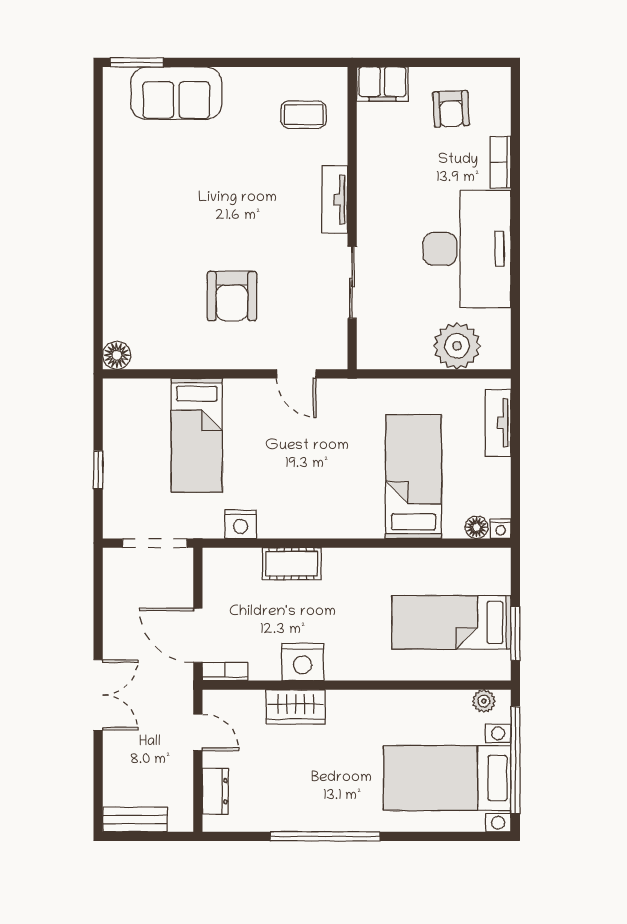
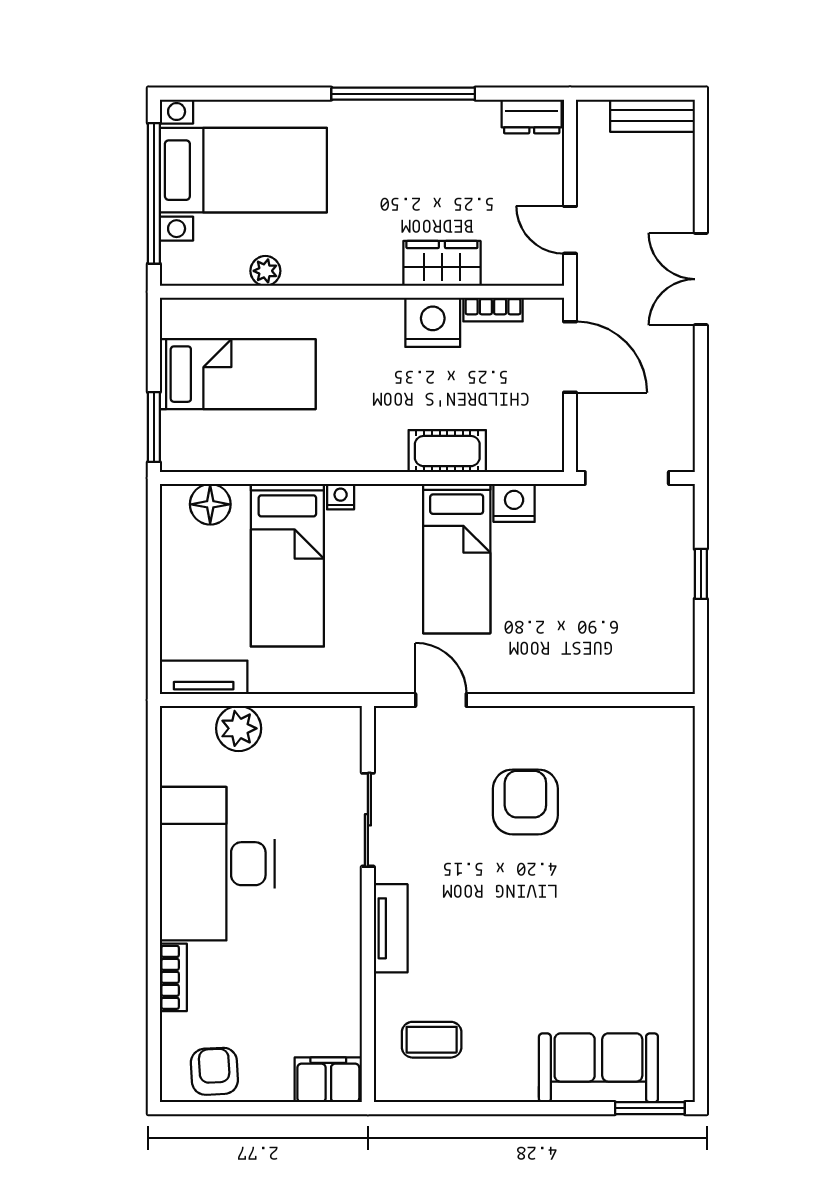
armchair: (451, 109) -> (214, 1071), moved
plant: (457, 346) -> (239, 728), width x0.73, depth x0.73
floor lamp: (117, 355) -> (676, 724), removed
tv unit: (498, 423) -> (204, 677), moved, turned -90
bed: (197, 435) -> (457, 559), moved, turned 180
floor lamp: (477, 527) -> (210, 504), width x1.37, depth x1.37
nightstand: (501, 529) -> (341, 497), moved
window: (515, 634) -> (154, 427), moved
bookcase: (225, 672) -> (493, 310), moved
plant: (484, 701) -> (265, 271), moved
dresser: (215, 791) -> (532, 116), moved, turned -90

